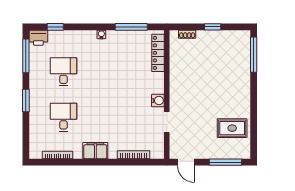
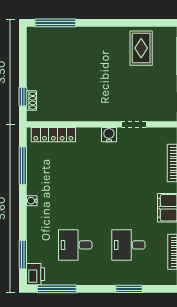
window: (55, 27) -> (23, 255), width x1.50
window: (213, 27) -> (23, 97), moved
window: (26, 101) -> (129, 289), moved

